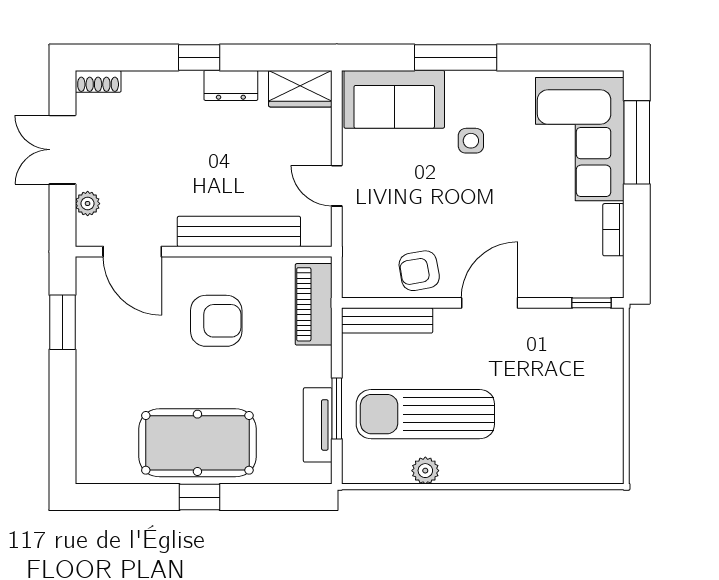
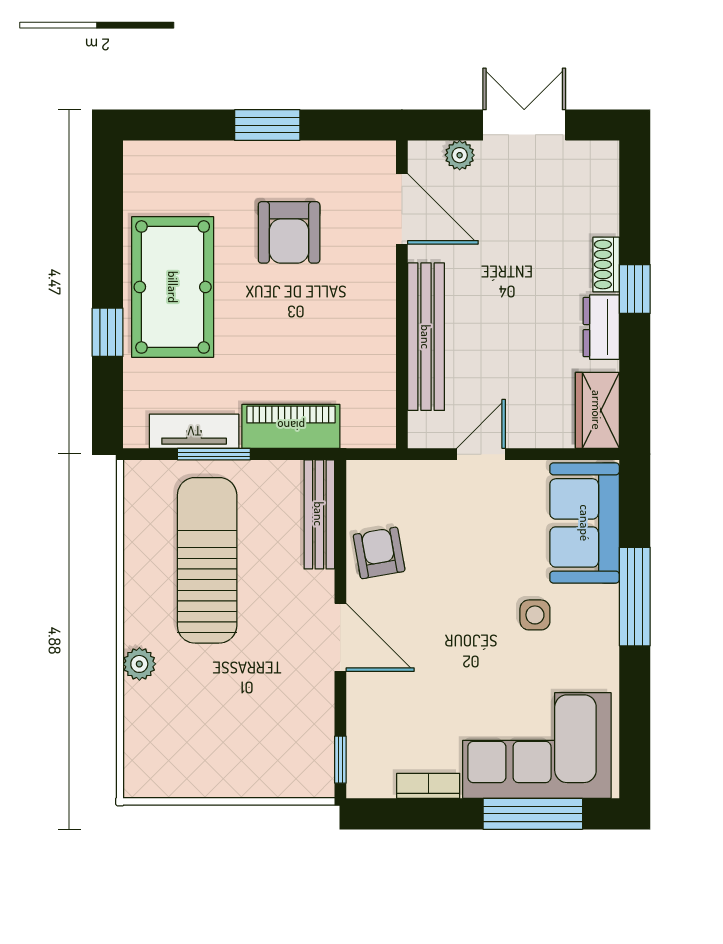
shoe rack: (98, 81) -> (606, 264), moved
door: (132, 252) -> (402, 209), swing flipped
piano: (314, 304) -> (291, 426), moved
armchair: (216, 321) -> (289, 232), moved
window: (62, 322) -> (267, 125), moved
plant: (425, 471) -> (139, 664), moved
window: (200, 497) -> (108, 332), moved

